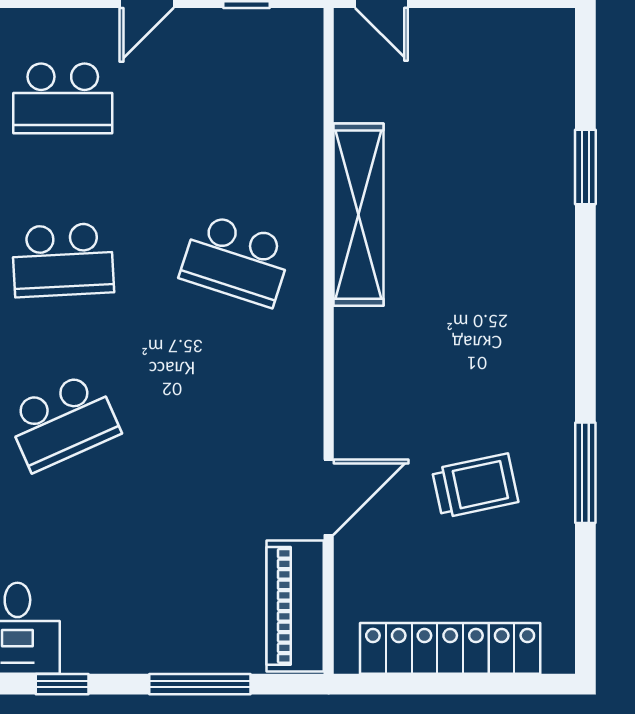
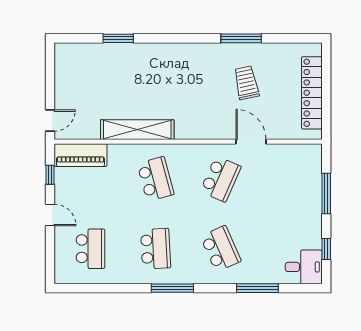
school desk: (236, 260) -> (156, 179), turned -33
school desk: (236, 422) -> (221, 179), added
piano: (295, 606) -> (80, 155), moved

